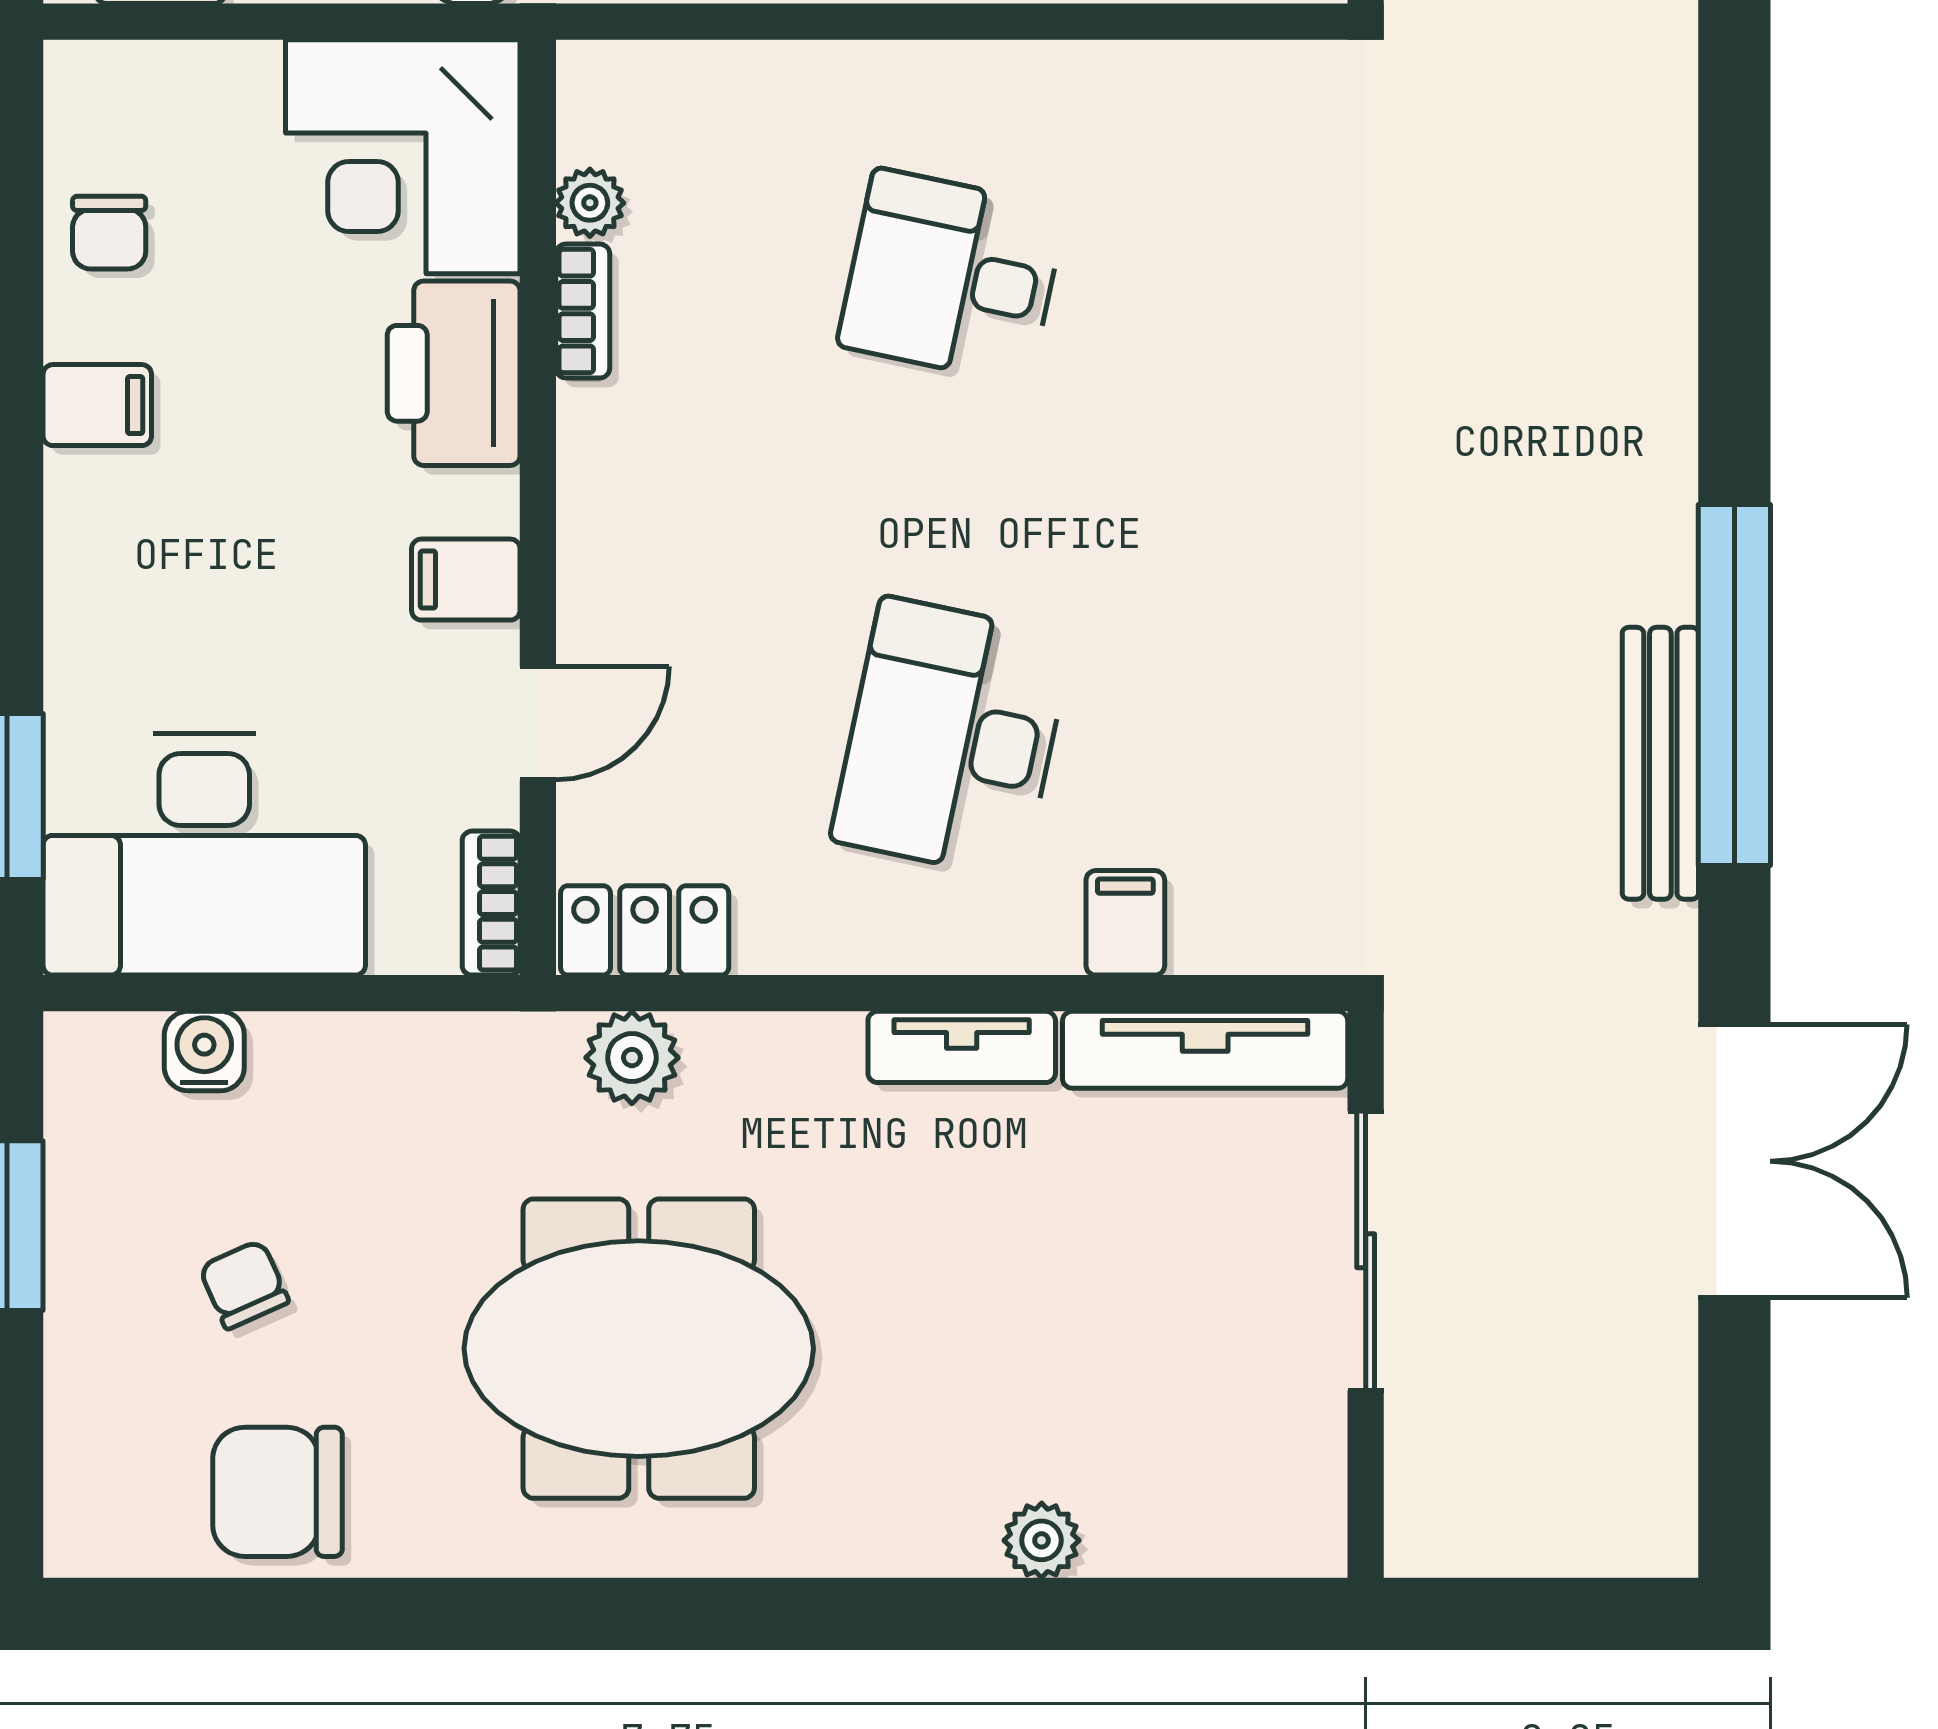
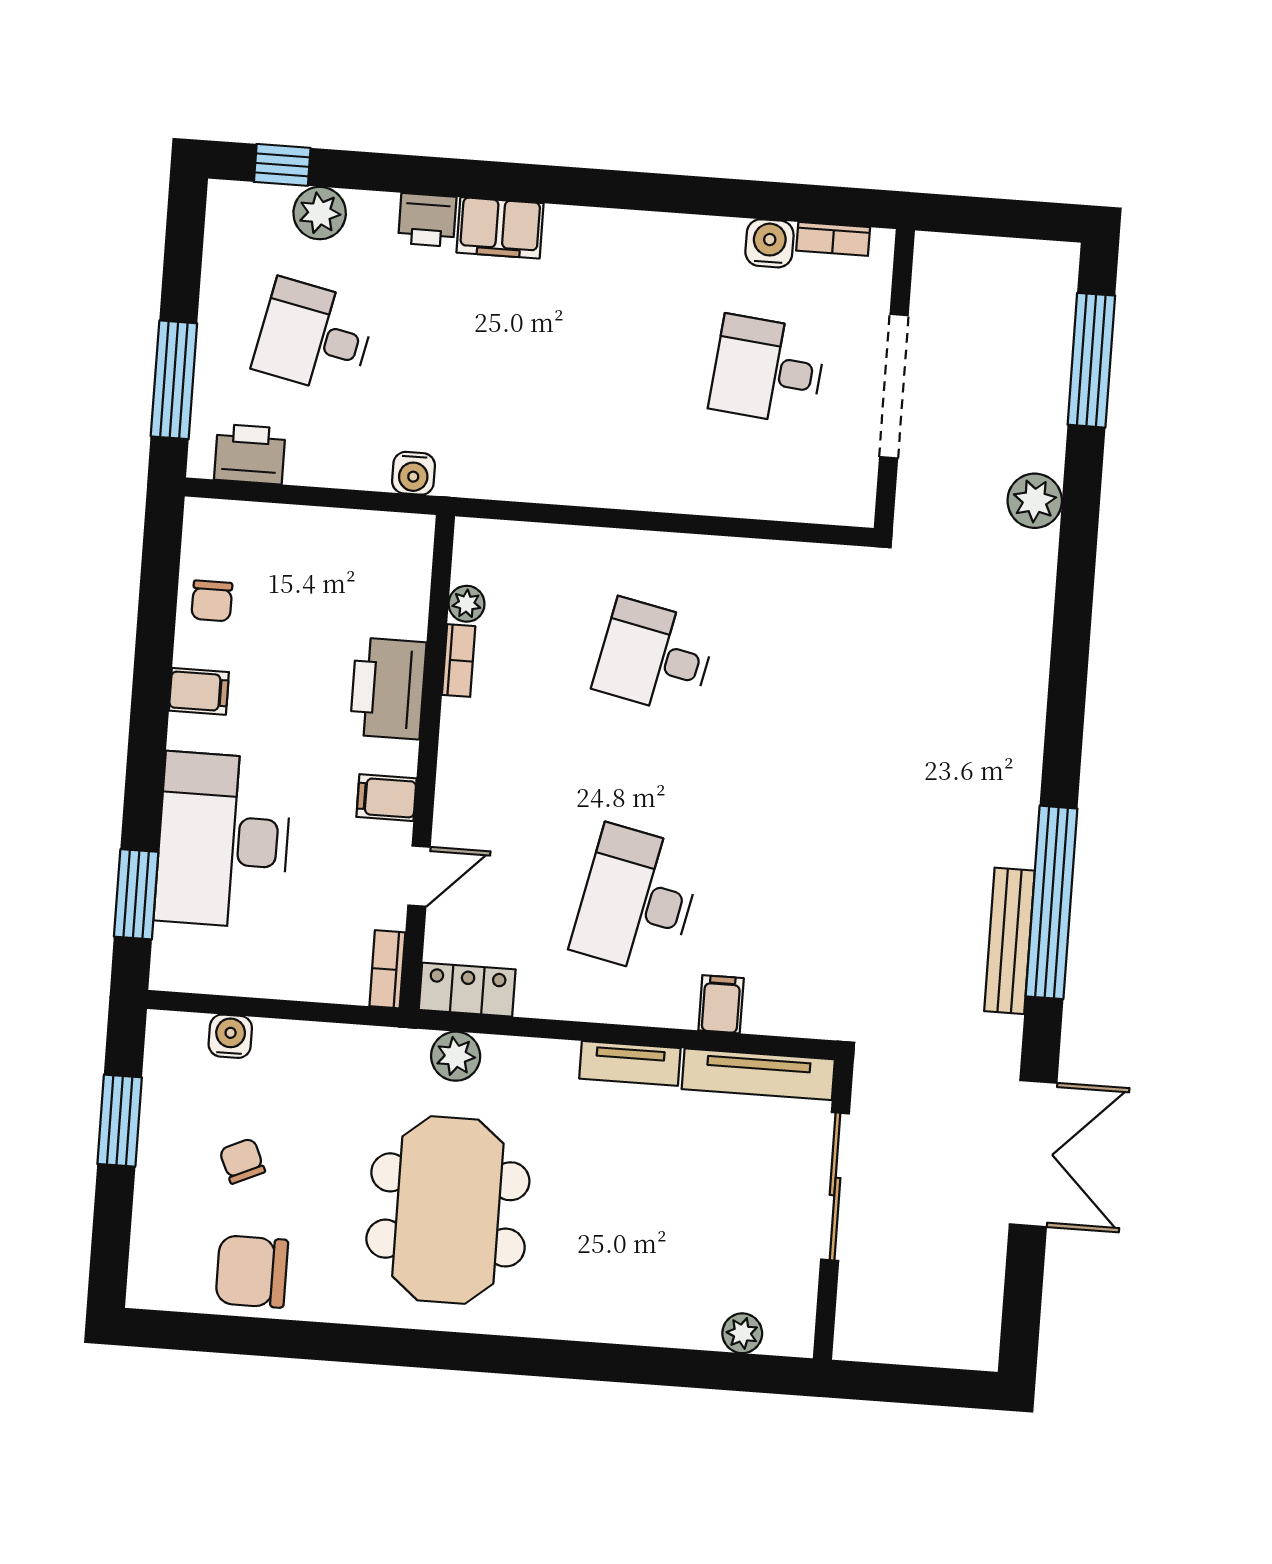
corner desk: (403, 157) -> (370, 572), removed
desk: (204, 855) -> (223, 840), moved, turned 90
meeting table: (639, 1349) -> (448, 1210), turned 90
plant: (1042, 1540) -> (742, 1333), moved

